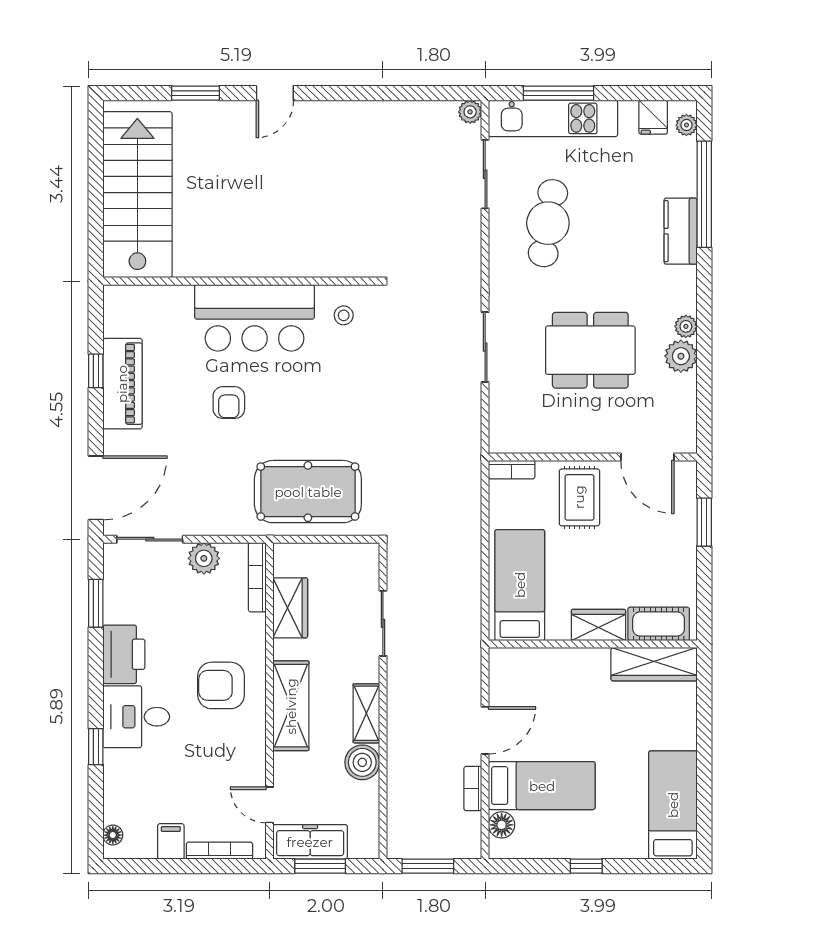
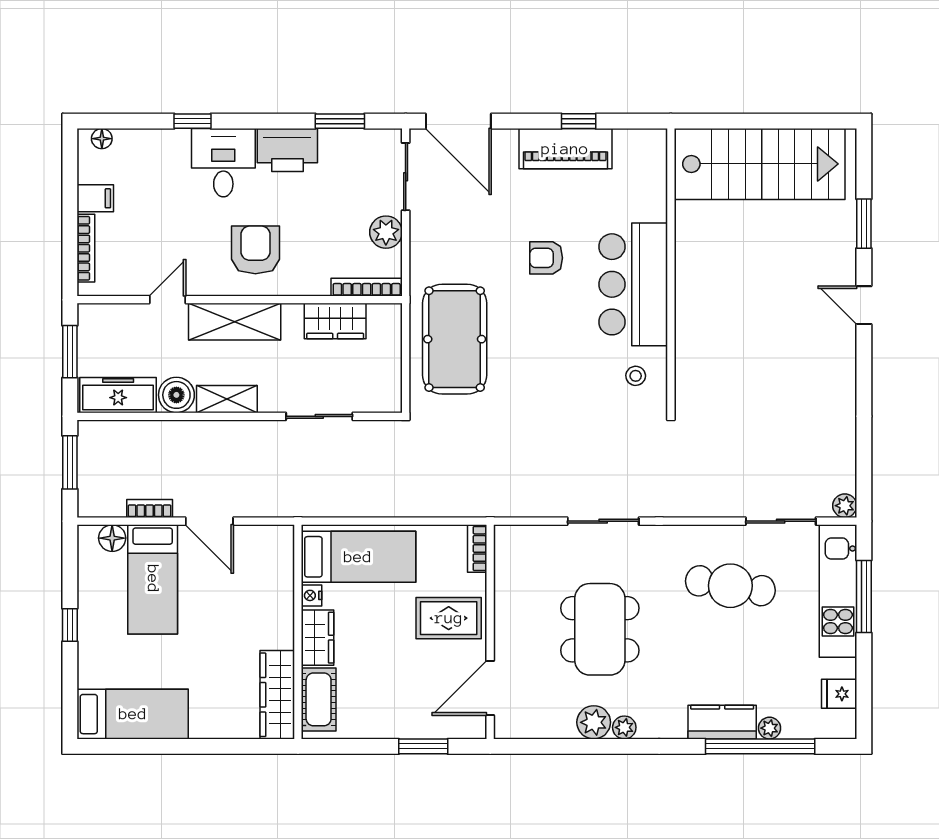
plant: (686, 125) -> (769, 728), moved
nightstand: (557, 631) -> (312, 595), added
door: (270, 805) -> (168, 300), moved
freezer: (310, 842) -> (118, 395), moved, turned -90

